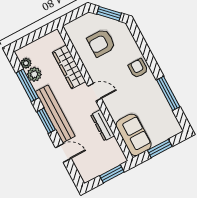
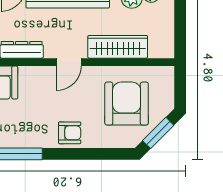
armchair: (101, 43) -> (127, 104), width x1.36, depth x1.36

